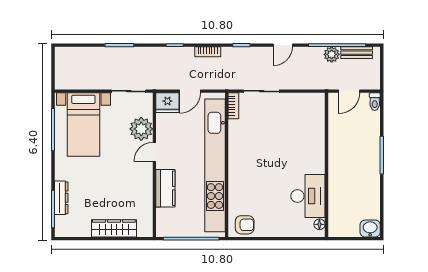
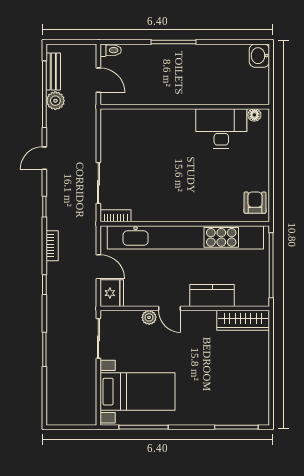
door: (283, 45) -> (44, 158), swing flipped
plant: (141, 129) -> (149, 317), width x0.53, depth x0.53
dresser: (61, 198) -> (223, 418), removed
wardrobe: (114, 228) -> (243, 320), moved, turned -90

